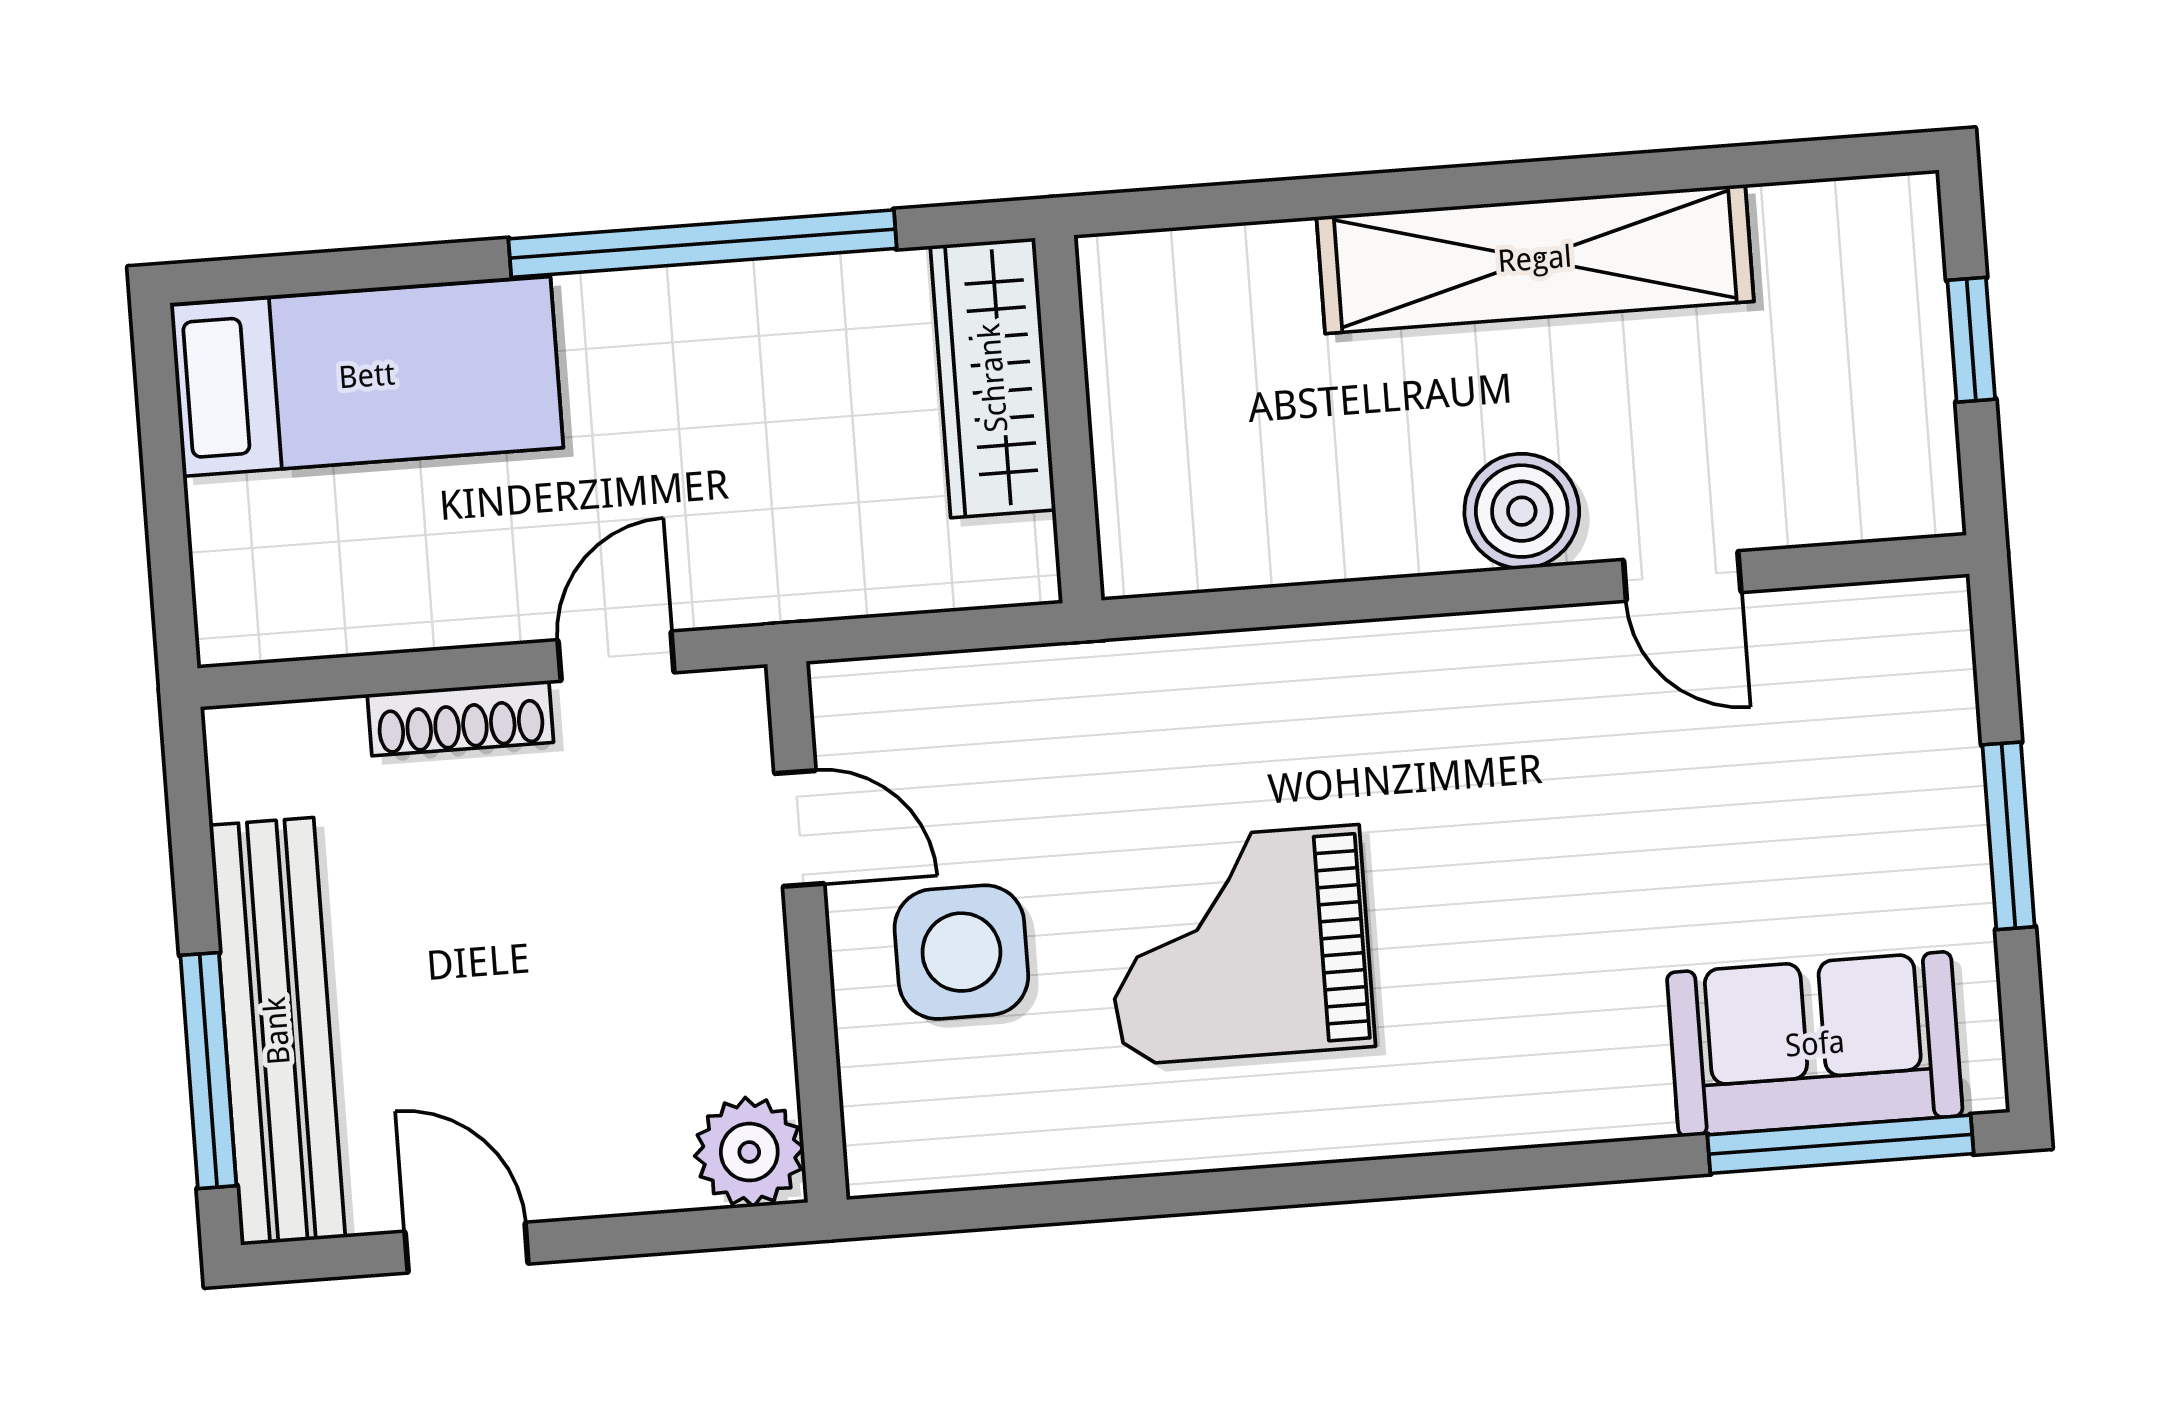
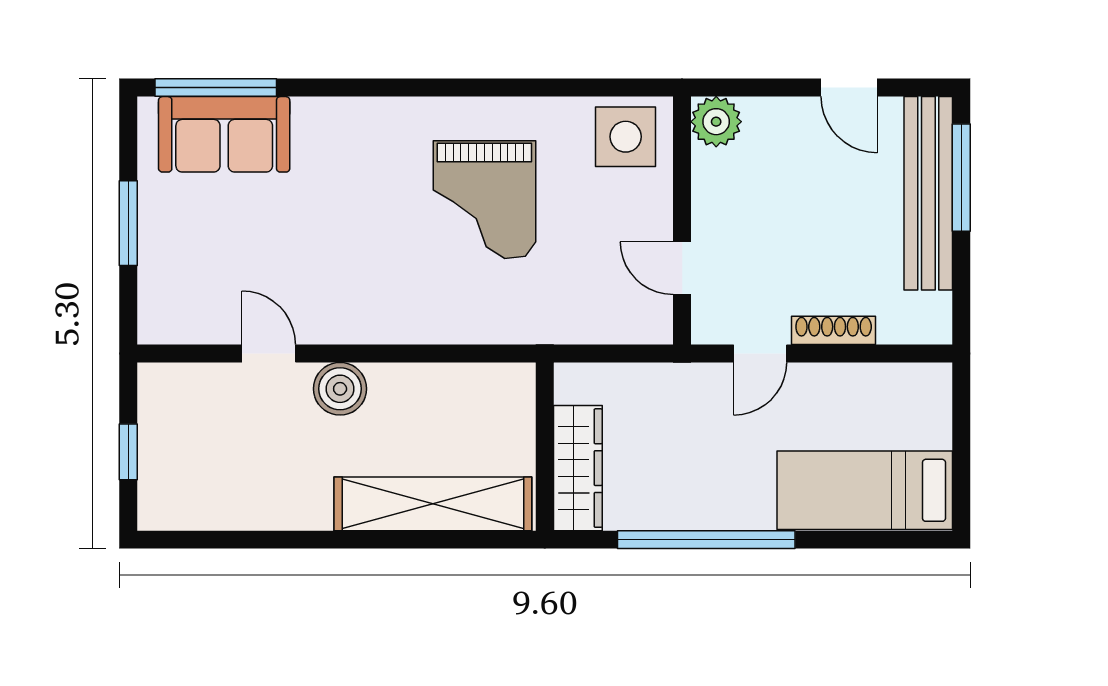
shelving: (1535, 259) -> (433, 504), moved
grand piano: (1239, 945) -> (484, 200), turned 90
side table: (961, 952) -> (626, 137), moved

